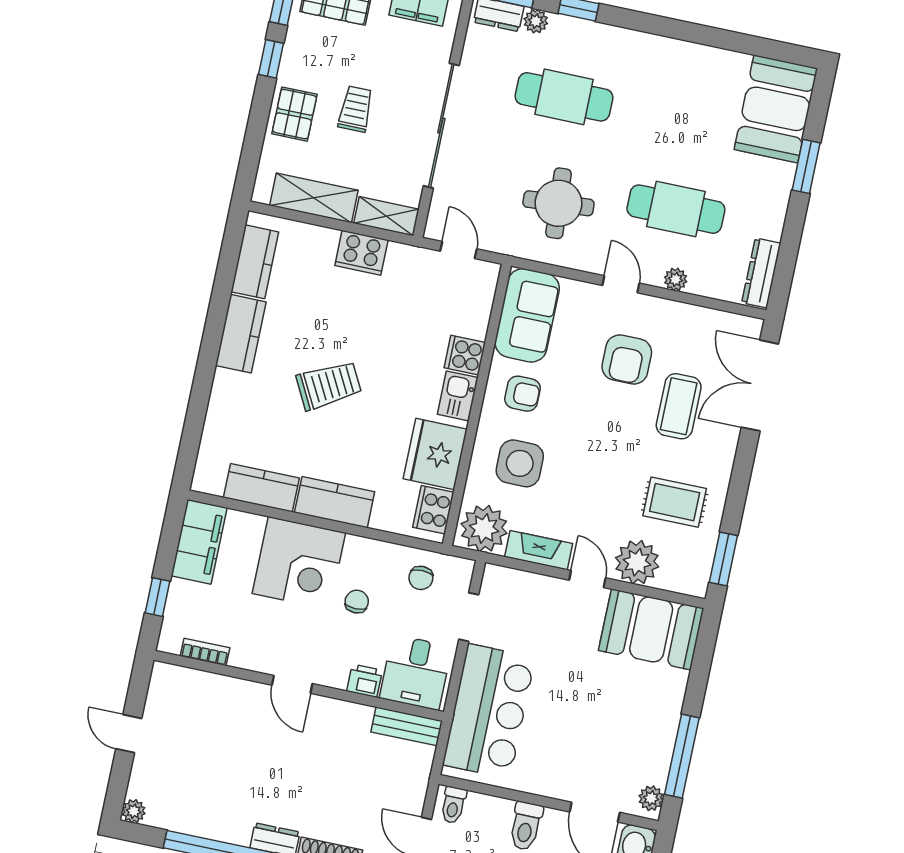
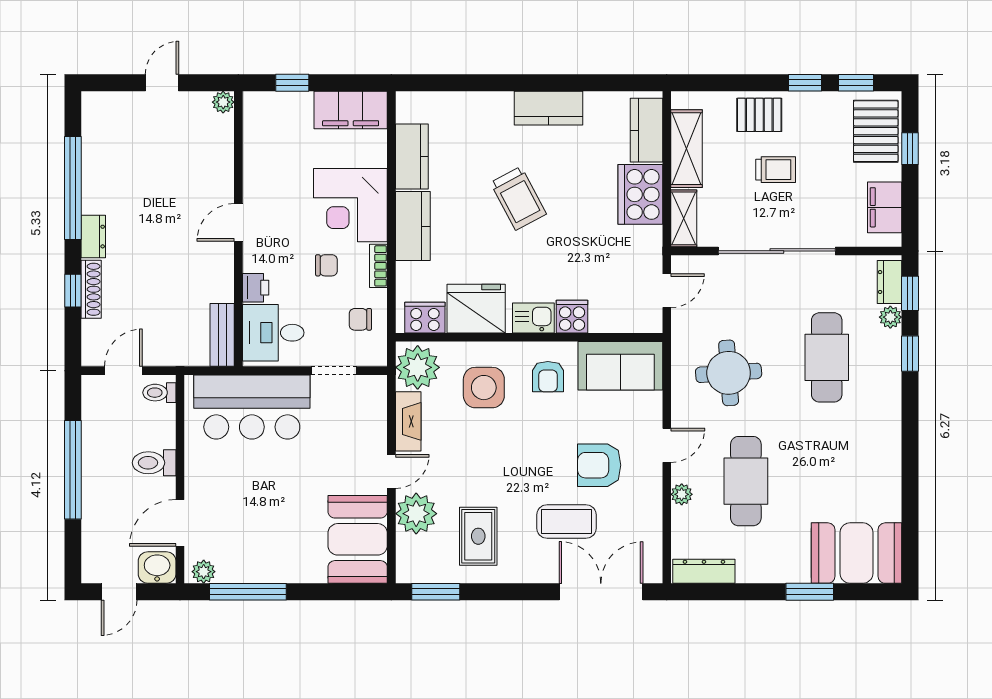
cooker: (361, 253) -> (640, 194), width x1.37, depth x1.31
kitchen counter: (255, 262) -> (647, 130), moved, turned 90
bookcase: (205, 652) -> (378, 266), moved, turned 180
plant: (134, 811) -> (223, 102), moved

